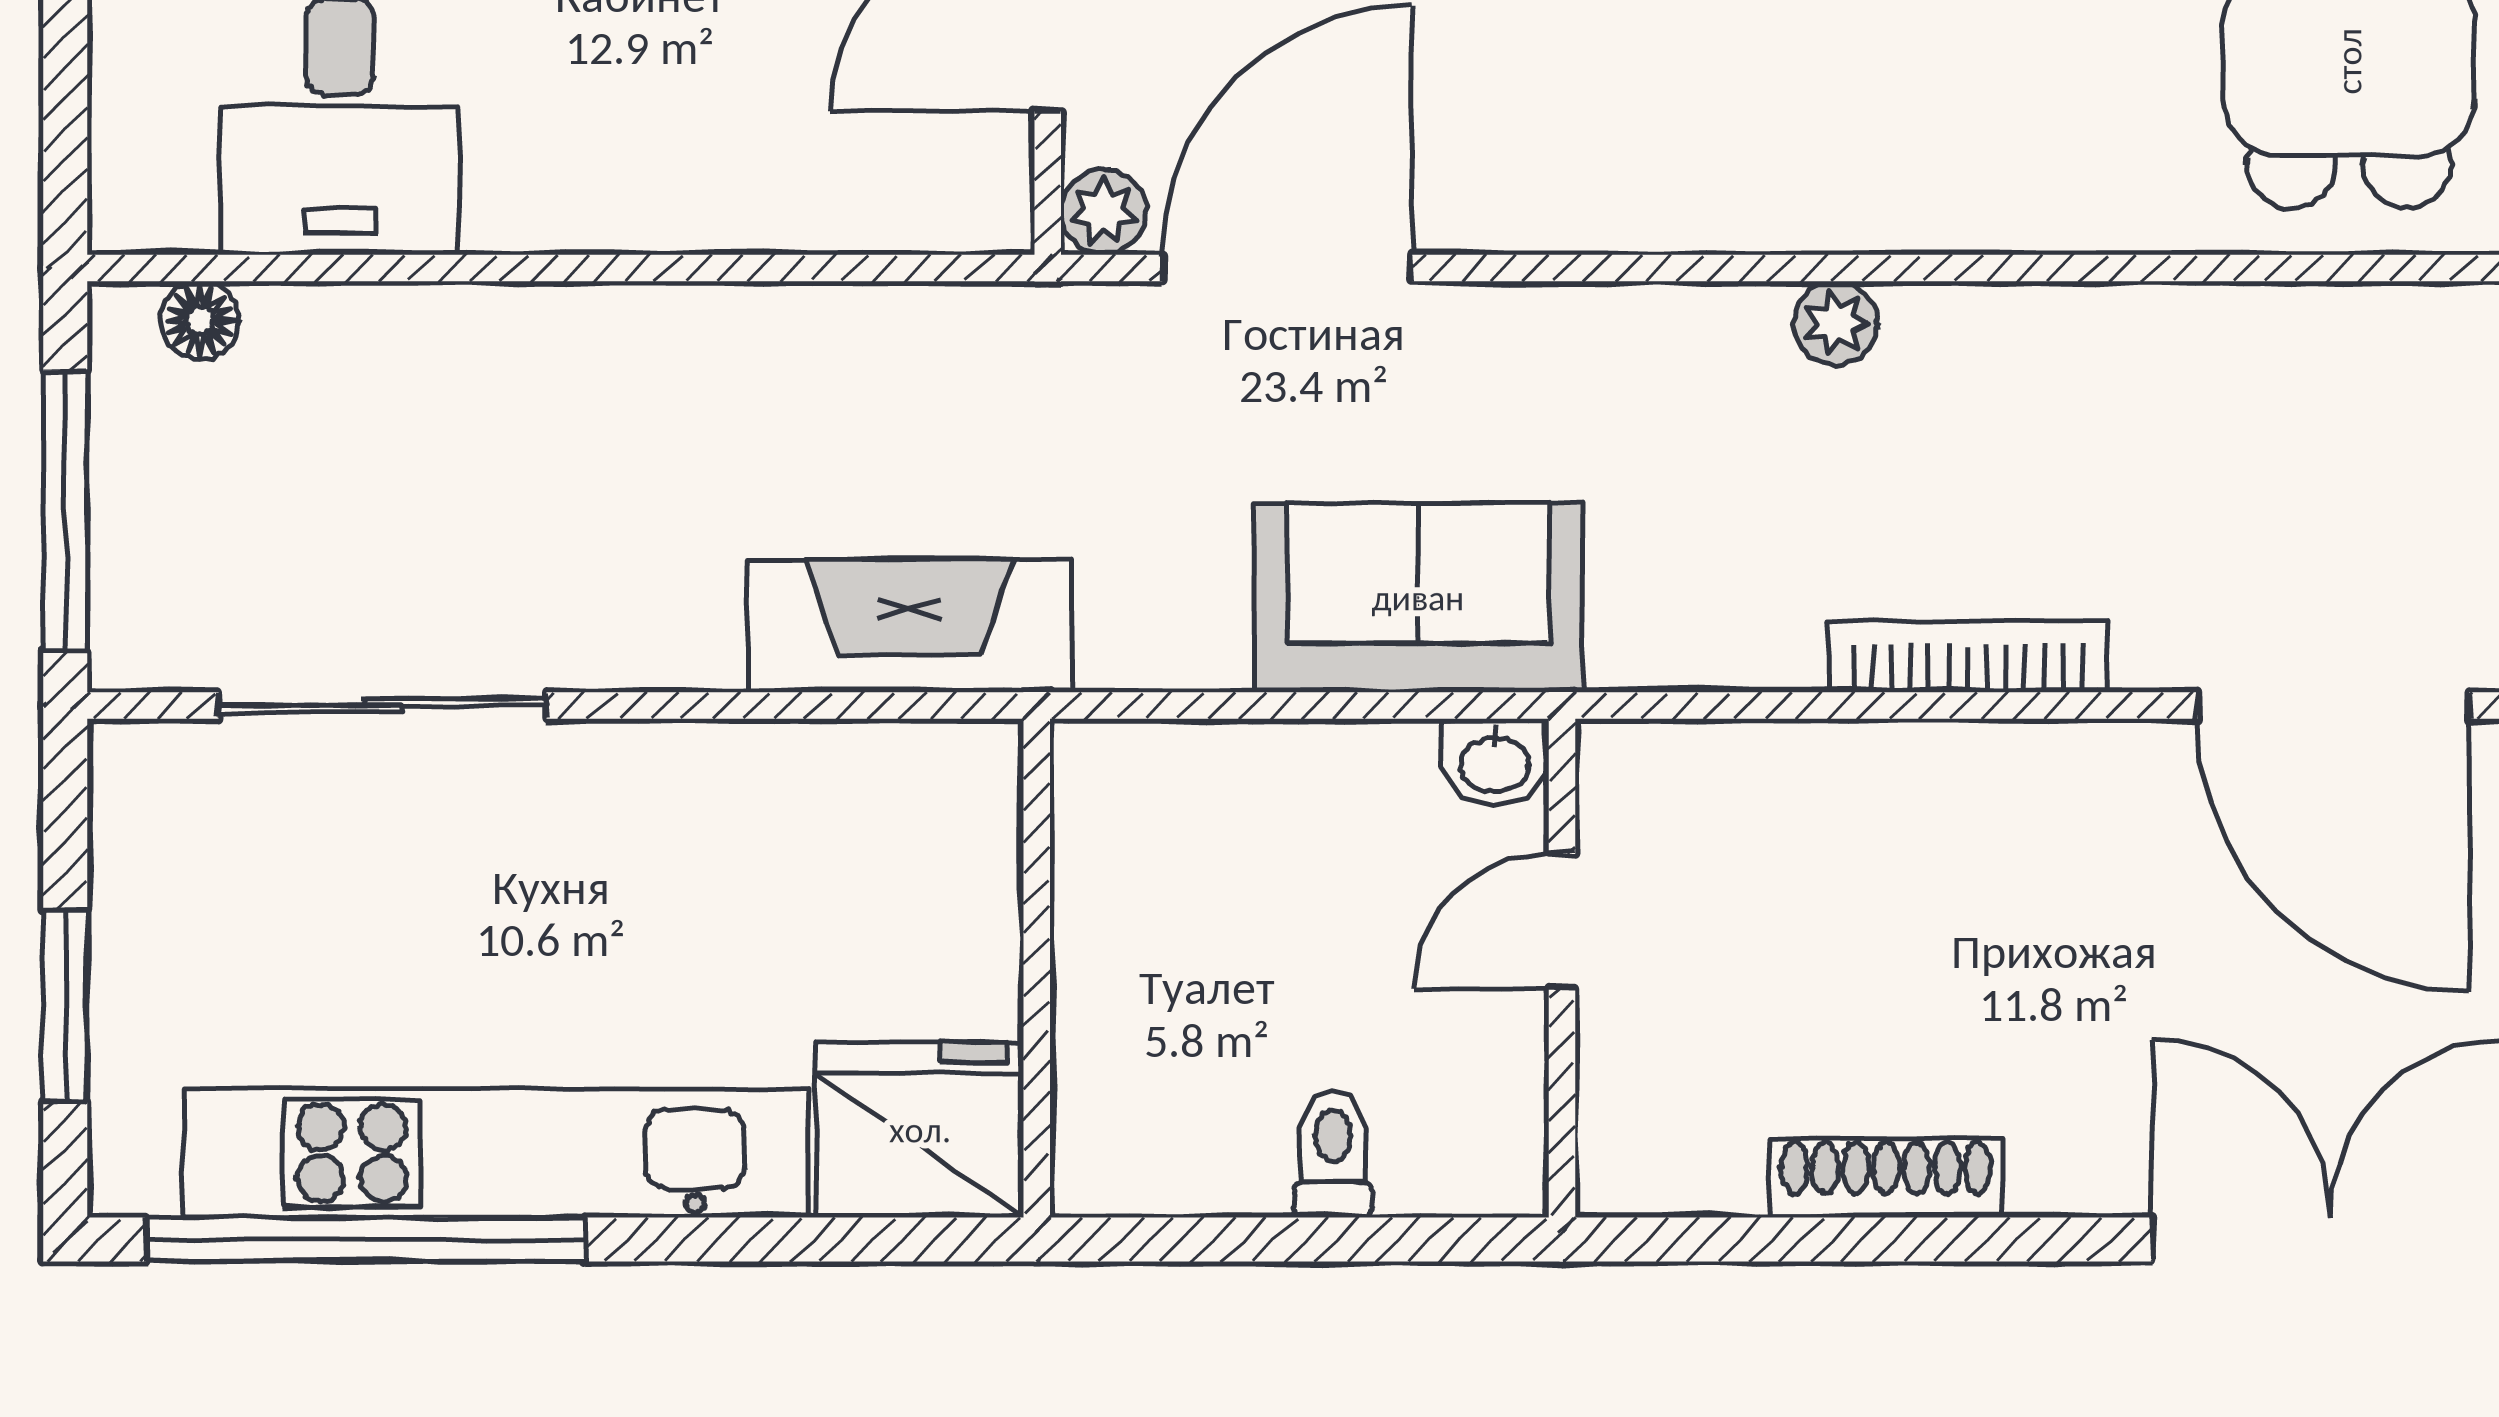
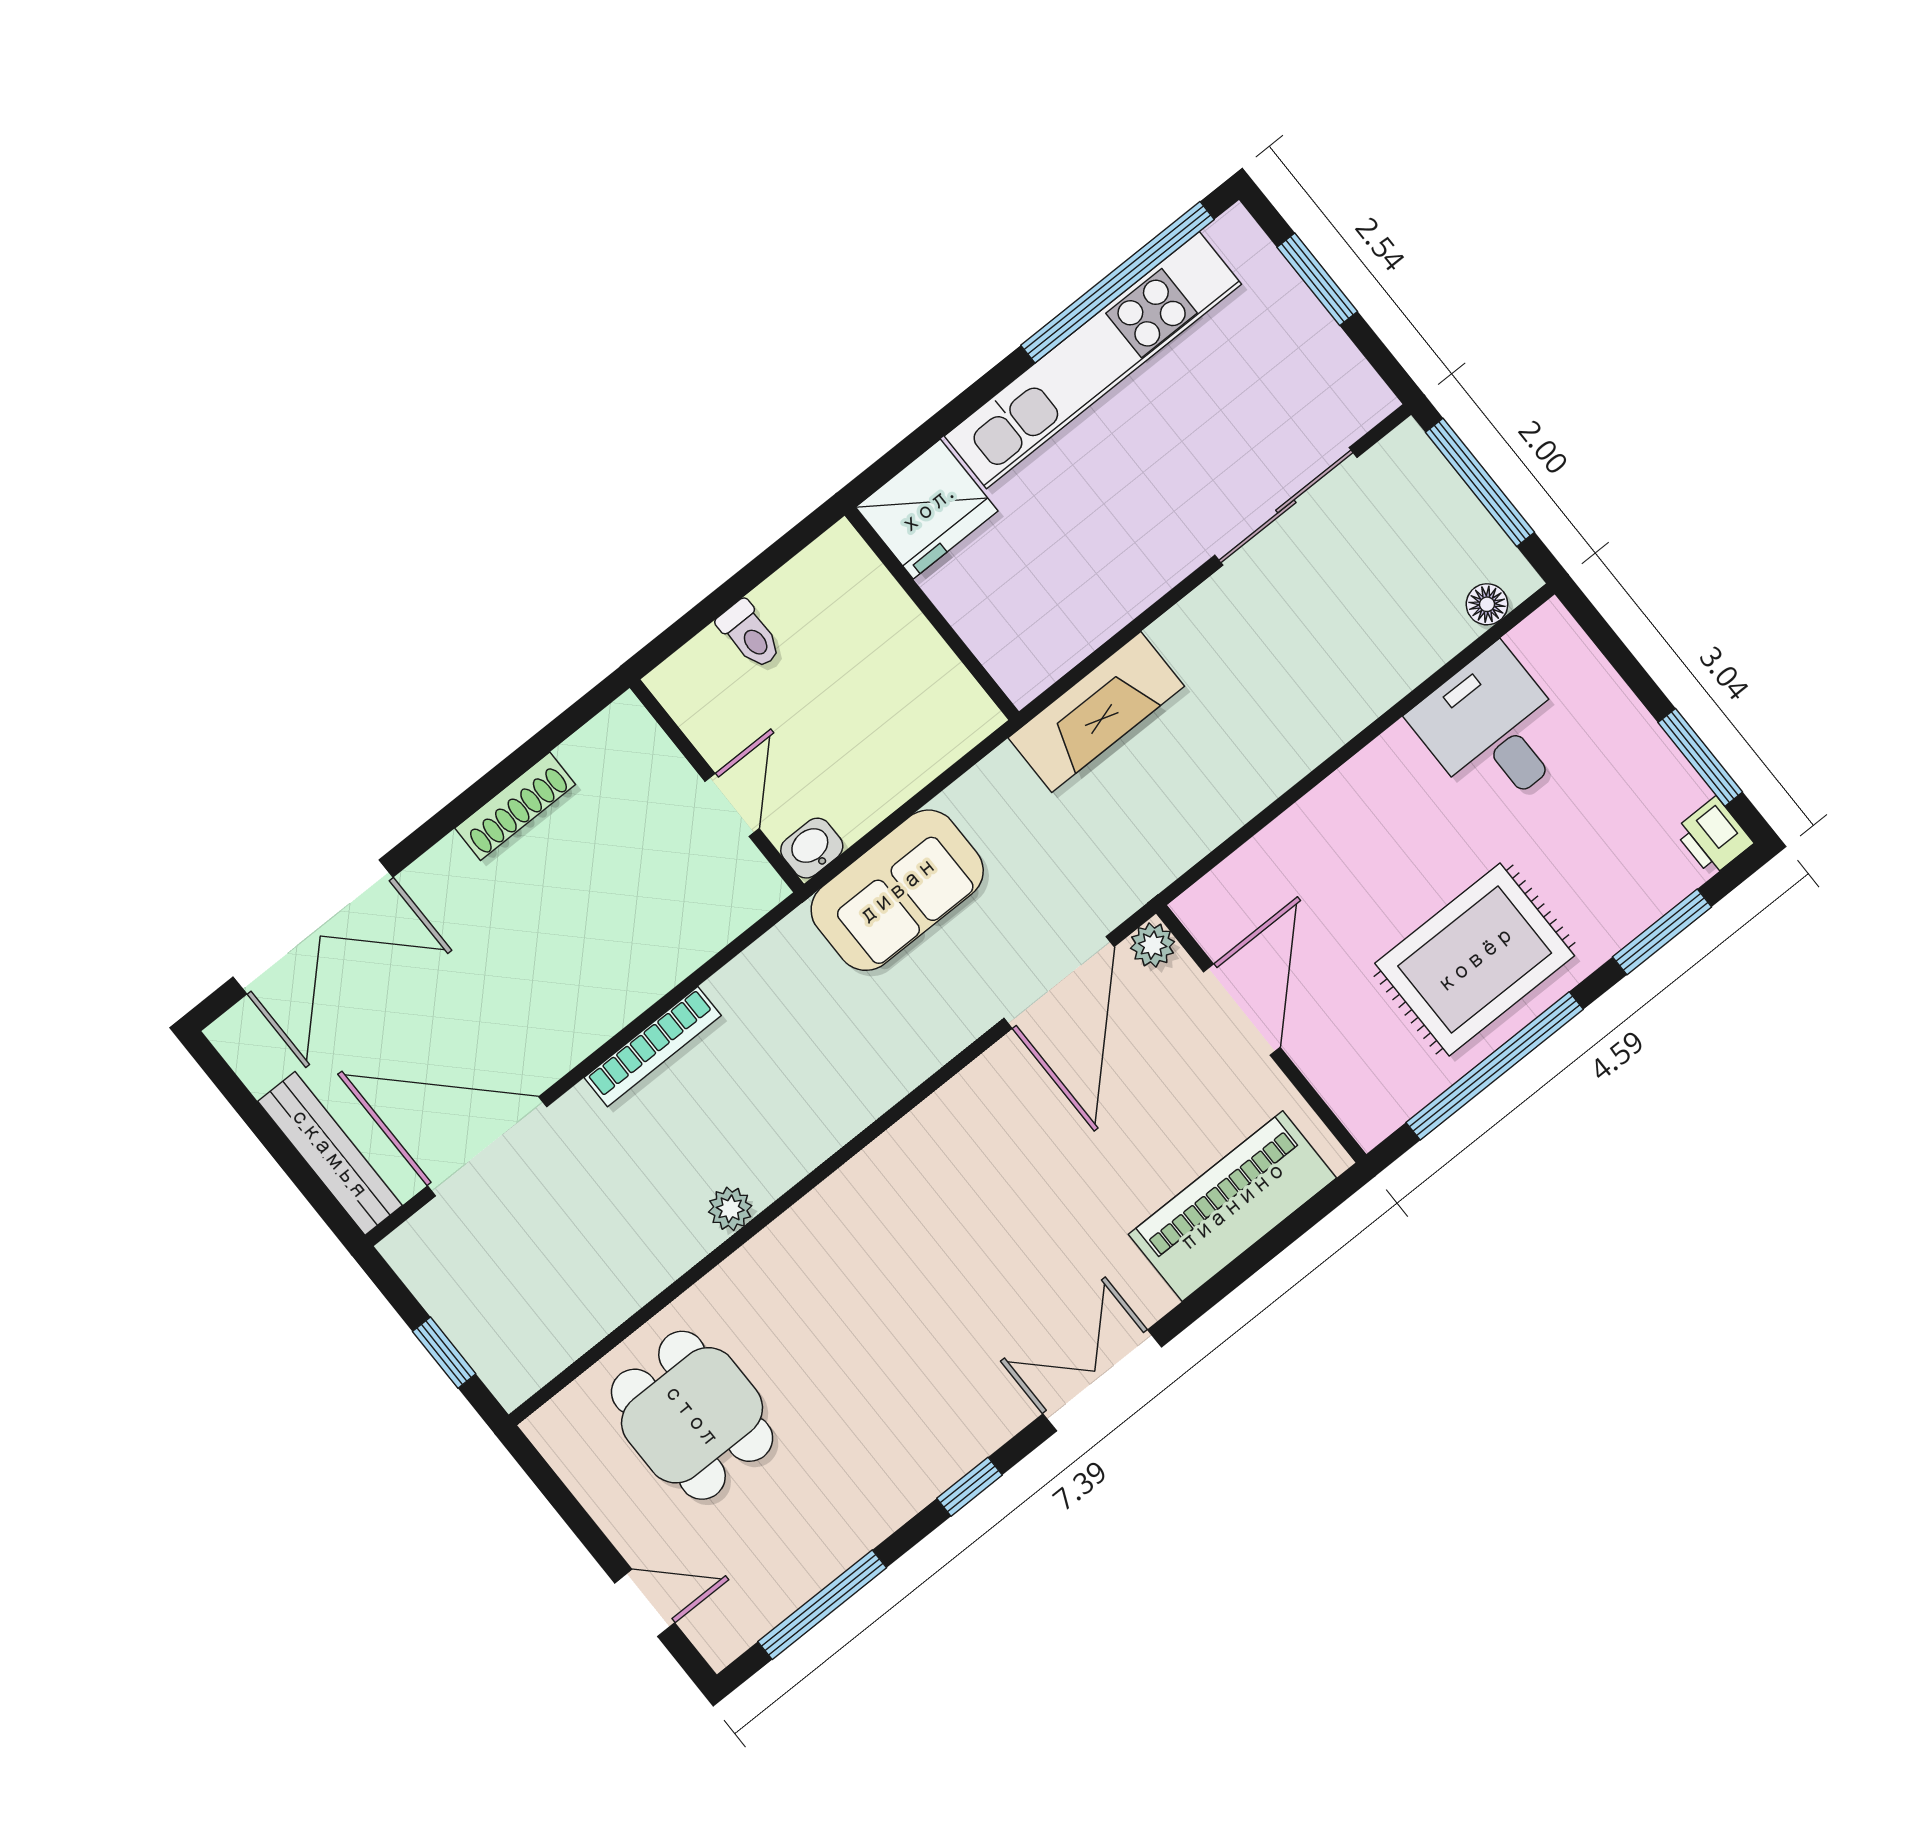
plant: (1836, 323) -> (730, 1209), moved

